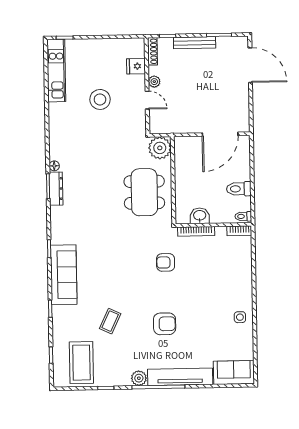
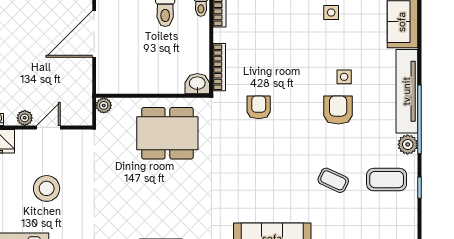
door: (220, 134) -> (94, 34), swing flipped
plant: (160, 148) -> (104, 105), width x0.53, depth x0.53
washbasin: (200, 216) -> (197, 84), moved, turned 90
armchair: (166, 262) -> (259, 107), turned 180
side table: (190, 328) -> (344, 77), added
coffee table: (81, 363) -> (387, 180), moved, width x0.73, depth x0.76

